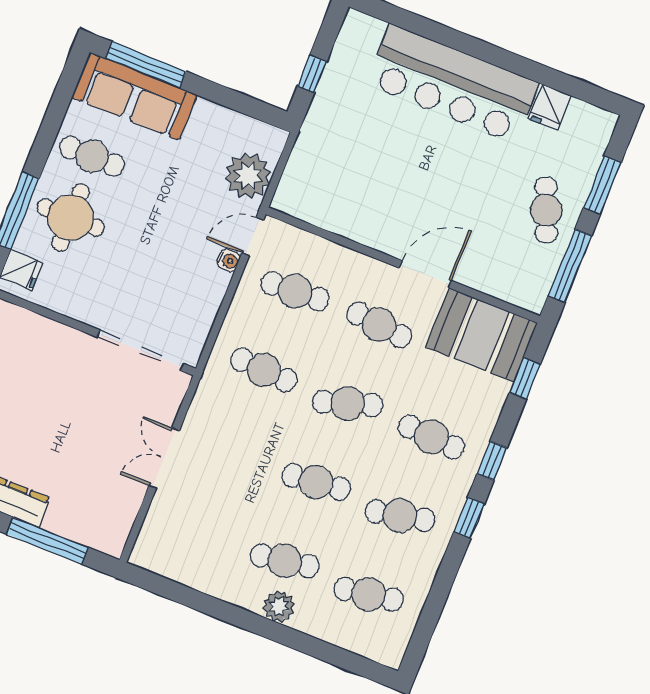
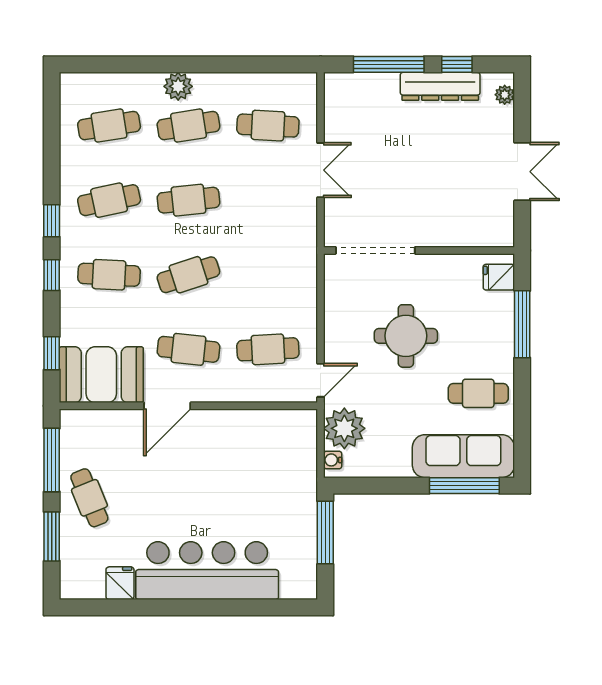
window: (312, 74) -> (325, 533), width x2.17
round table: (71, 218) -> (406, 336), moved
water cooler: (228, 260) -> (333, 460), moved
cafe table: (264, 370) -> (268, 126), moved

